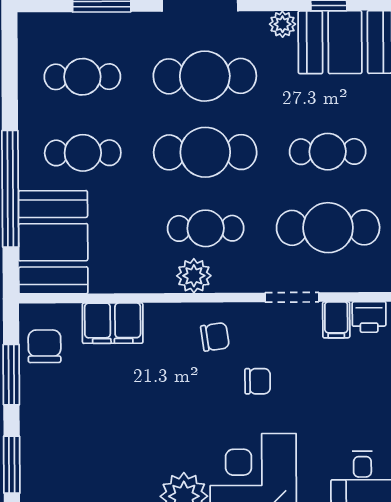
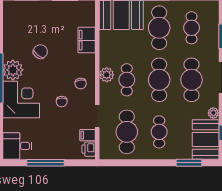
cafe table: (83, 153) -> (159, 28), width x1.37, depth x1.35
chair: (45, 346) -> (40, 52), moved, turned -51

